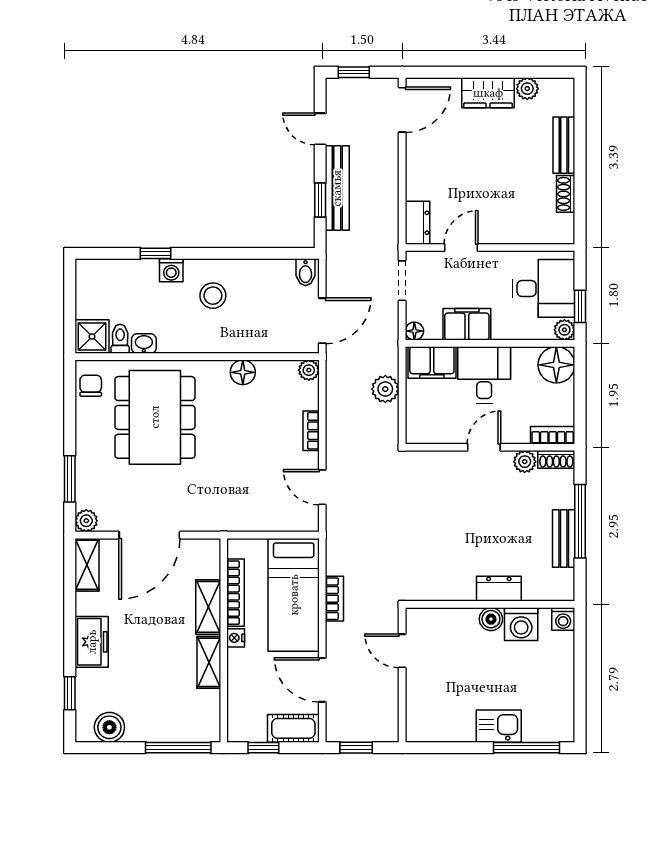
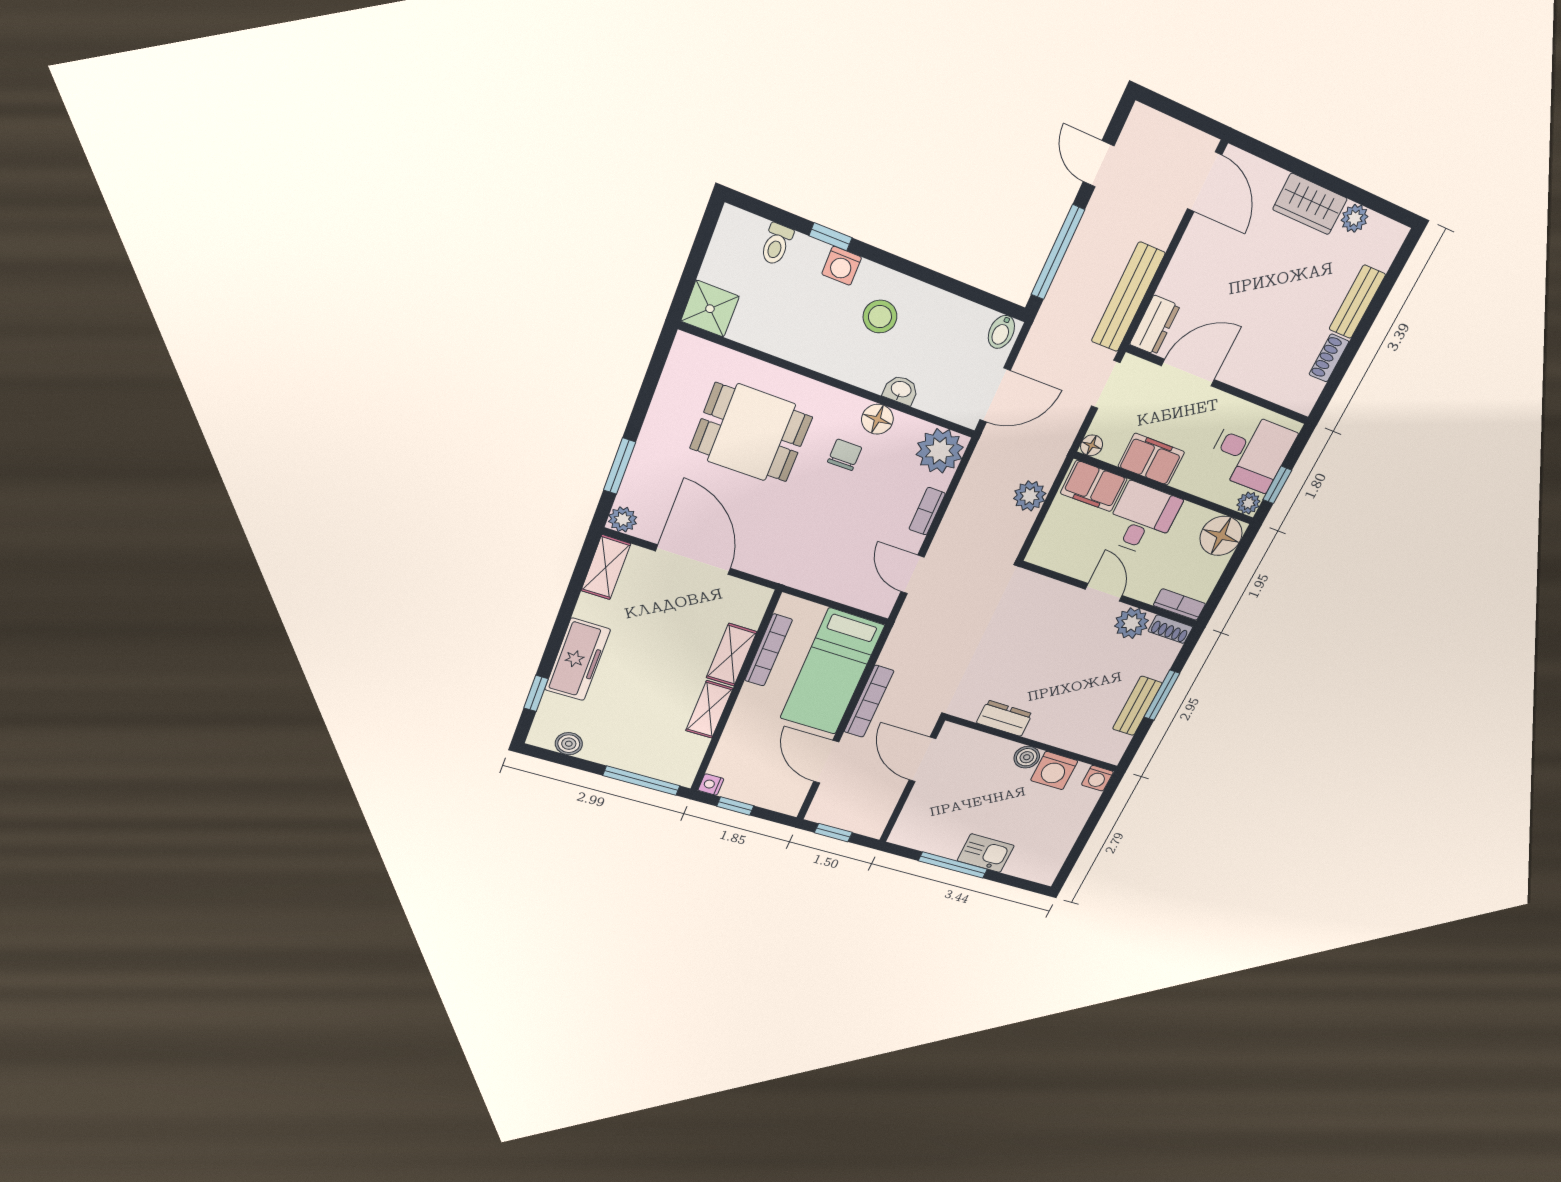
window: (354, 72) -> (1172, 109), removed
door: (402, 110) -> (1205, 182), hinge flipped
bench: (337, 188) -> (1128, 297), moved
window: (320, 200) -> (1058, 252), width x2.17
door: (461, 247) -> (1188, 373), width x1.38
toilet: (120, 339) -> (776, 244), moved, turned 180
washbasin: (144, 344) -> (901, 390), moved
plant: (309, 370) -> (940, 451), width x1.88, depth x1.88
chair: (91, 386) -> (845, 455), moved
dining table: (155, 417) -> (751, 433), width x0.73
door: (484, 447) -> (1104, 592), hinge flipped
plant: (525, 462) -> (1131, 623), width x1.38, depth x1.38
window: (580, 521) -> (1162, 695), width x0.69
door: (149, 535) -> (693, 560), swing flipped
dresser: (499, 589) -> (1004, 718), moved
bookcase: (334, 599) -> (869, 701), width x1.56
nightstand: (236, 638) -> (711, 784), moved
freezer: (92, 642) -> (577, 660), width x1.40
door: (402, 651) -> (922, 759), width x1.38
boiler: (109, 727) -> (569, 744), width x0.73, depth x0.73
cot: (293, 728) -> (775, 797), removed
window: (527, 748) -> (953, 865), moved

